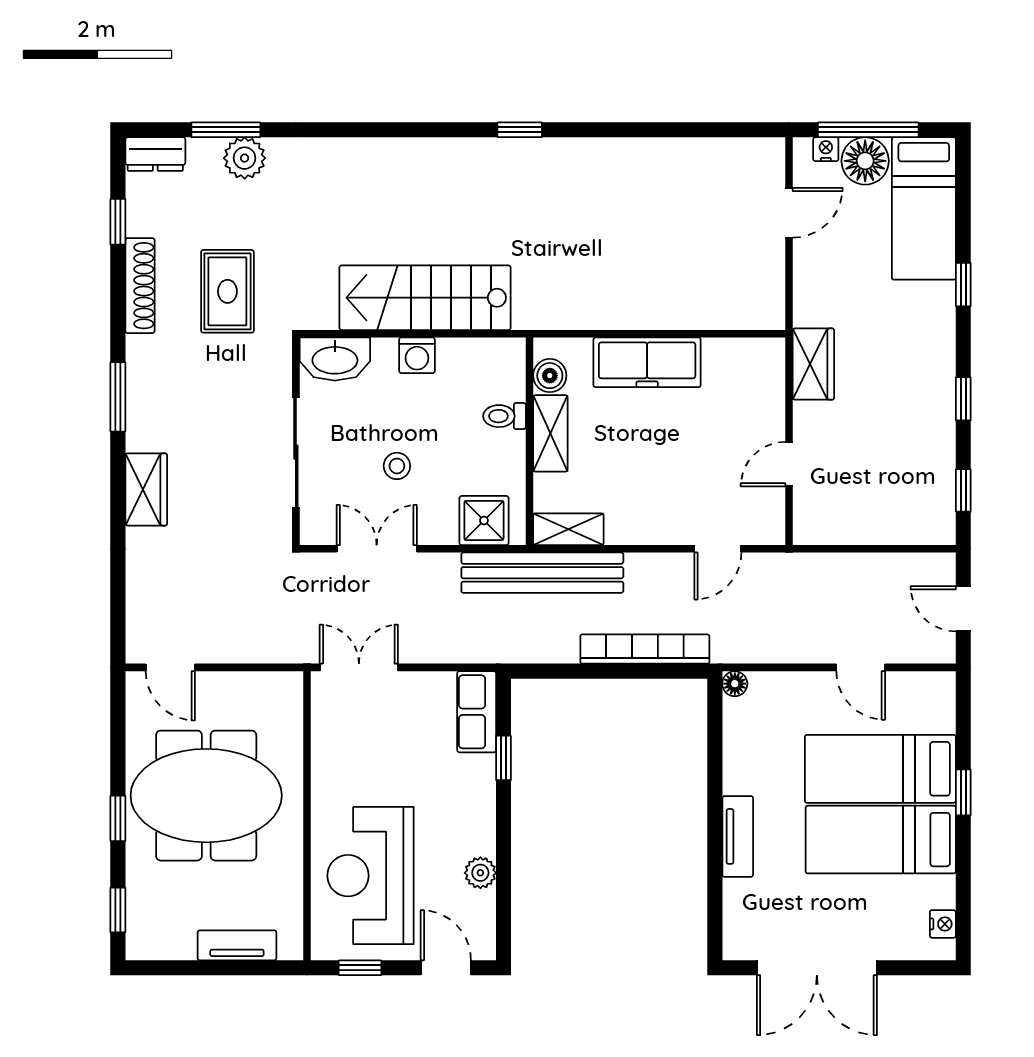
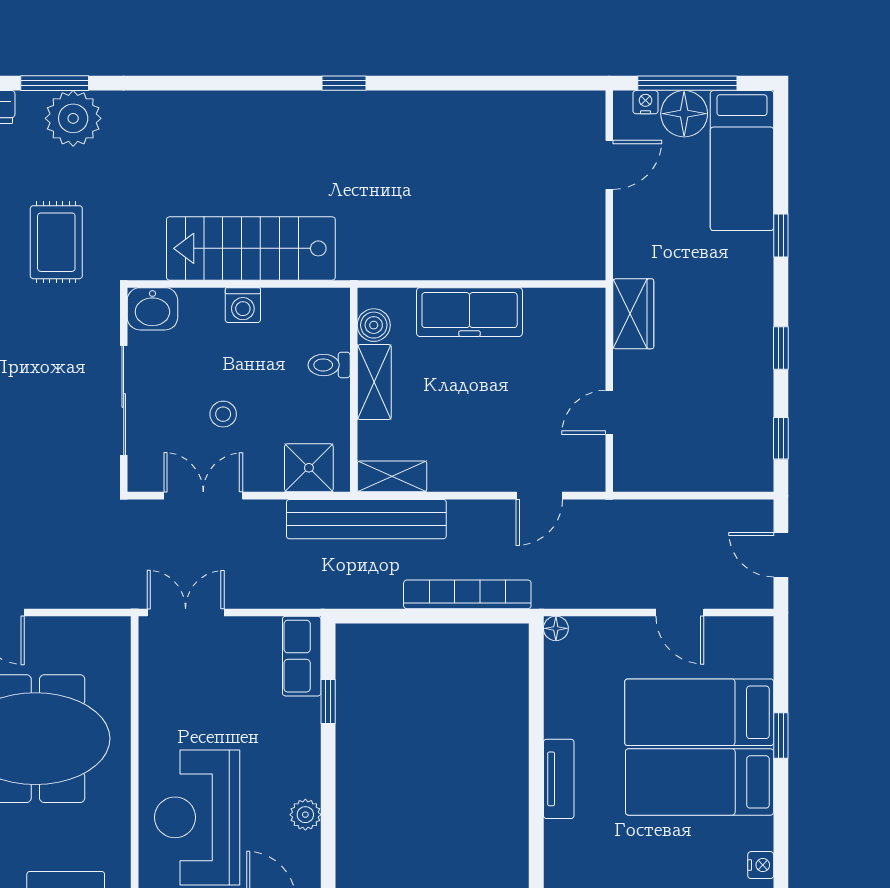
plant: (245, 158) -> (73, 118), width x1.36, depth x1.36
washbasin: (335, 359) -> (152, 309), width x0.72

